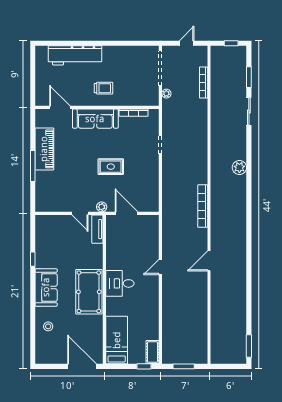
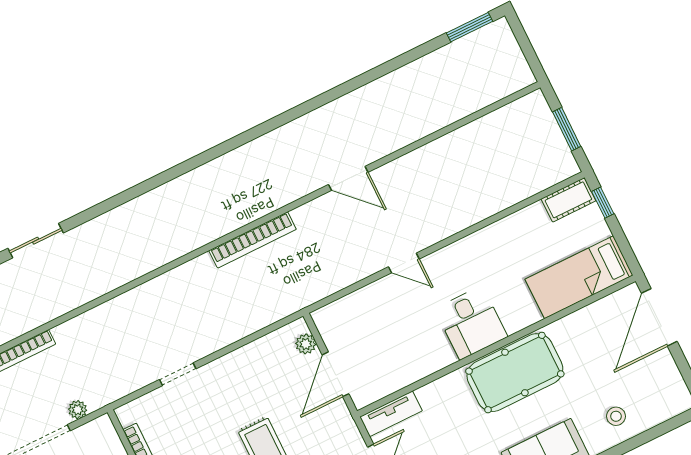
plant: (239, 168) -> (148, 207), removed
plant: (102, 207) -> (306, 344), moved

